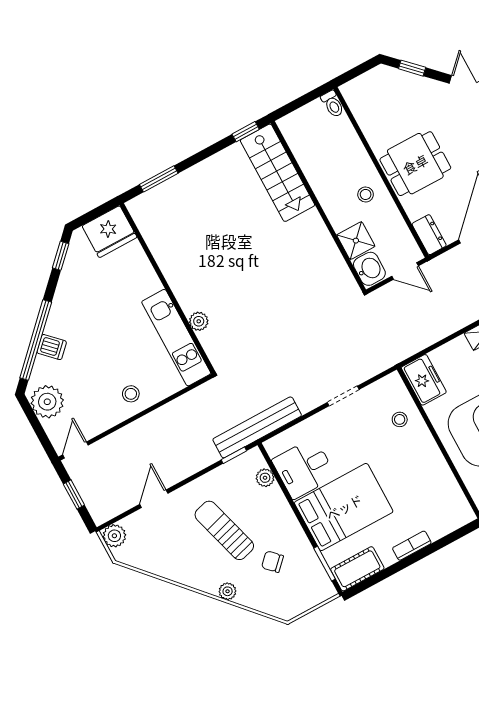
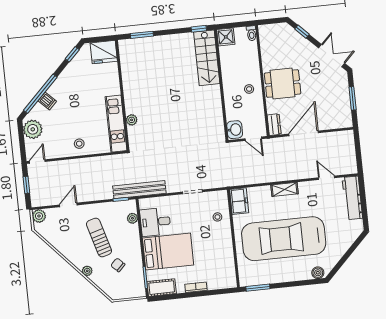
shower: (356, 241) -> (226, 37), moved

